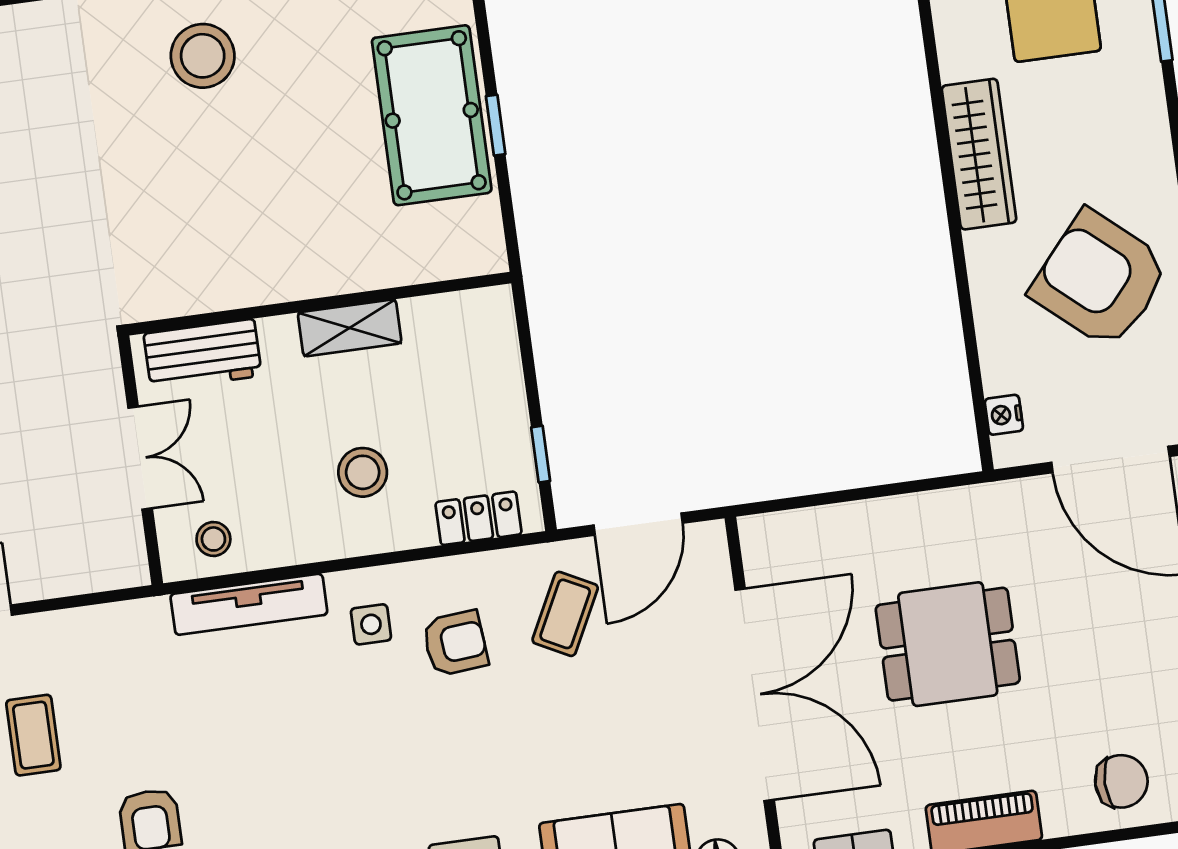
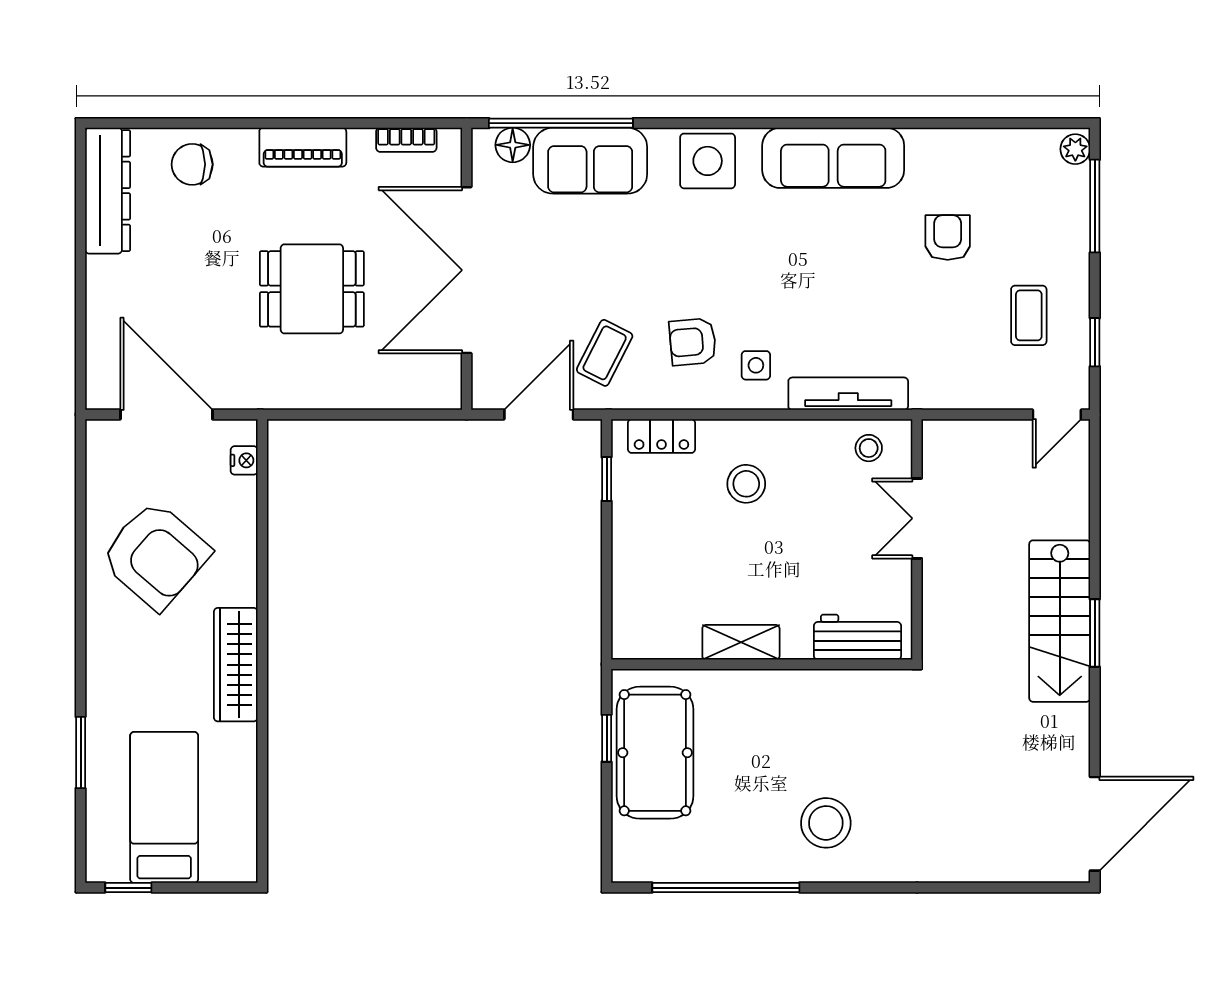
wall: (319, 304) -> (762, 664), moved
shelving: (350, 328) -> (741, 642), moved
workbench: (203, 355) -> (858, 637), moved

